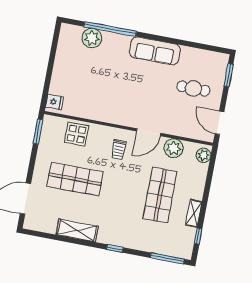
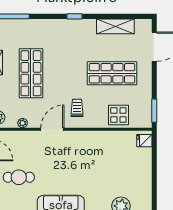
plant: (174, 148) -> (23, 123), width x0.53, depth x0.53
shelving: (77, 230) -> (115, 26), moved
window: (115, 248) -> (74, 16), moved

